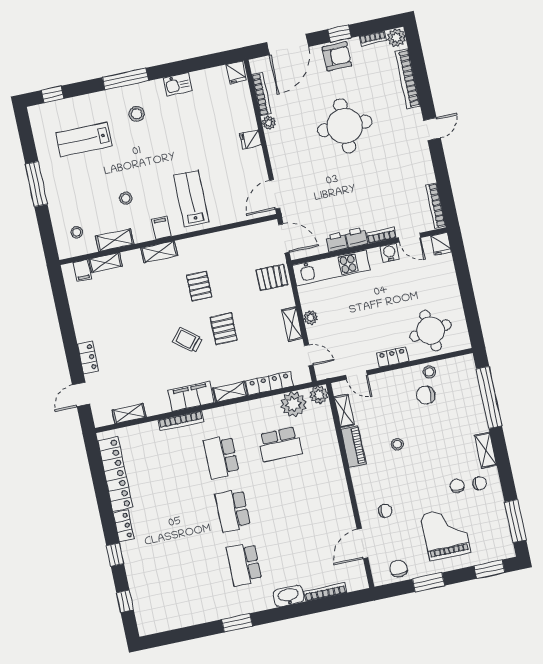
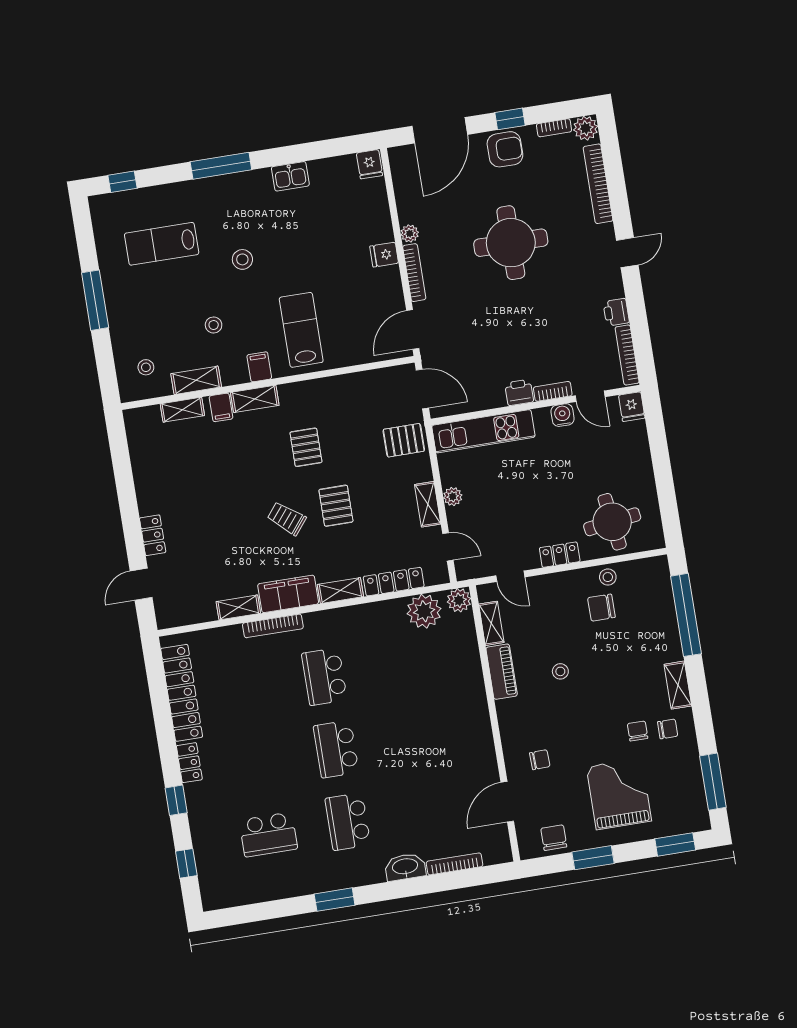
bookcase: (261, 94) -> (414, 273), moved
stool: (137, 114) -> (242, 259), moved
printer: (336, 242) -> (616, 312), moved, turned -90
filing cabinet: (82, 271) -> (221, 407), moved
shelving: (129, 414) -> (238, 607), moved
school desk: (280, 444) -> (268, 834), moved

